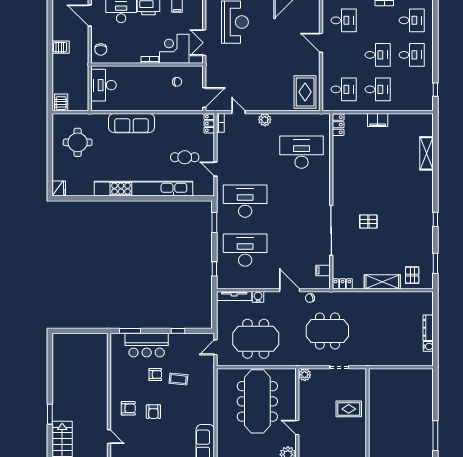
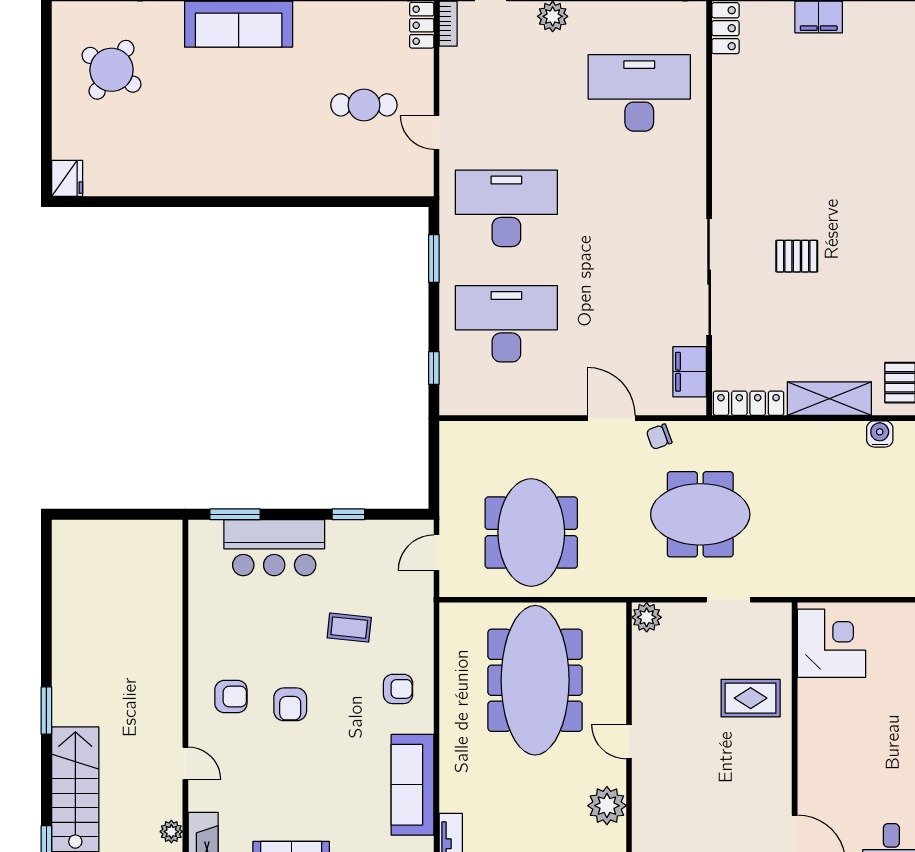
round table: (78, 142) -> (112, 70), turned 34
kitchen unit: (143, 189) -> (267, 179), removed
filing cabinet: (323, 270) -> (690, 372), width x2.00
locker: (343, 284) -> (748, 403), width x1.53
tv unit: (234, 296) -> (480, 432), removed
water cooler: (258, 297) -> (880, 434), moved
meeting table: (256, 339) -> (531, 533), turned 90
armchair: (155, 375) -> (398, 689), moved
corner desk: (383, 386) -> (831, 643), added

